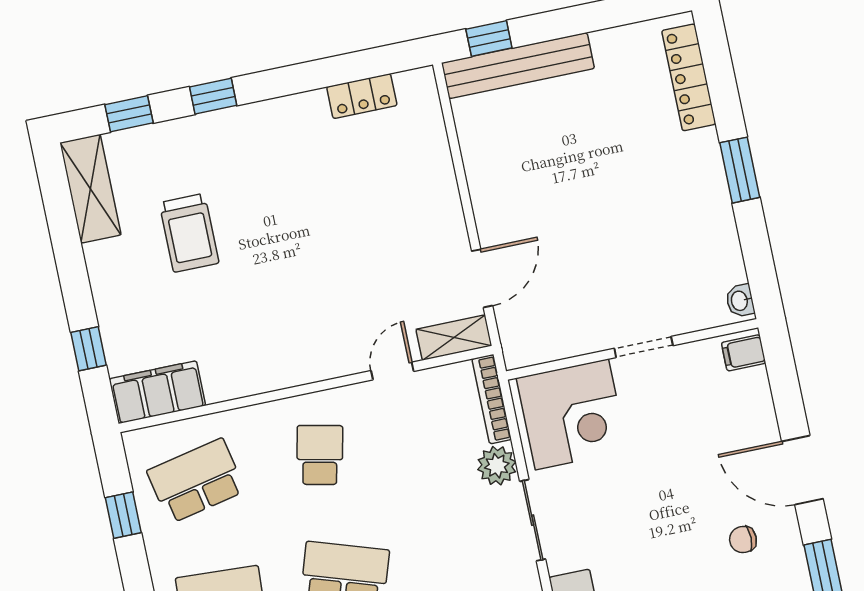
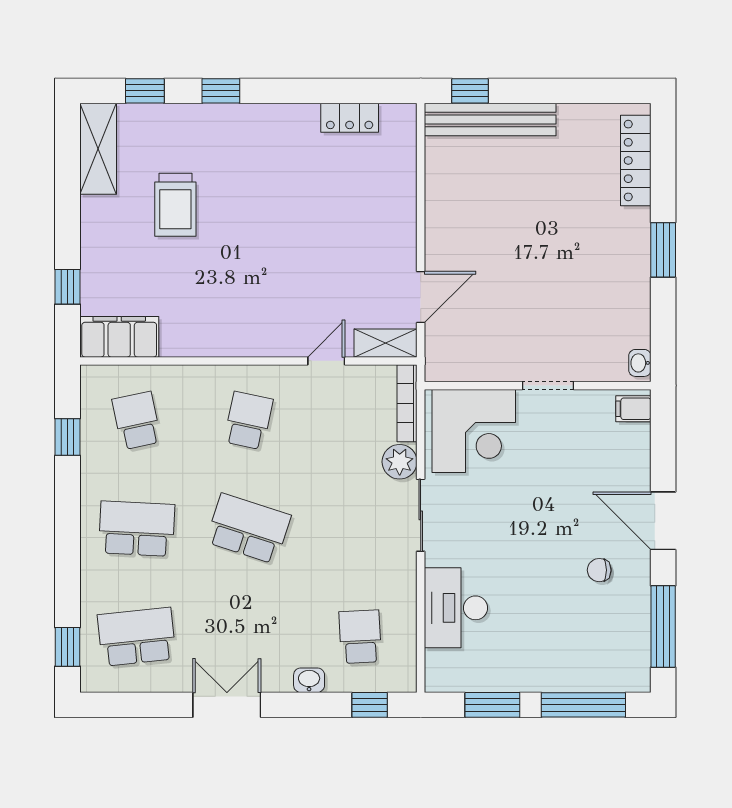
school desk: (196, 481) -> (137, 421), width x0.54

